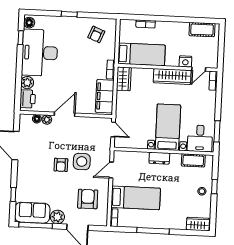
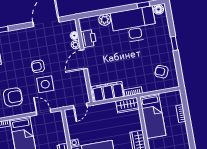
printer: (28, 99) -> (88, 38), moved, turned -90
door: (65, 114) -> (84, 59), swing flipped

